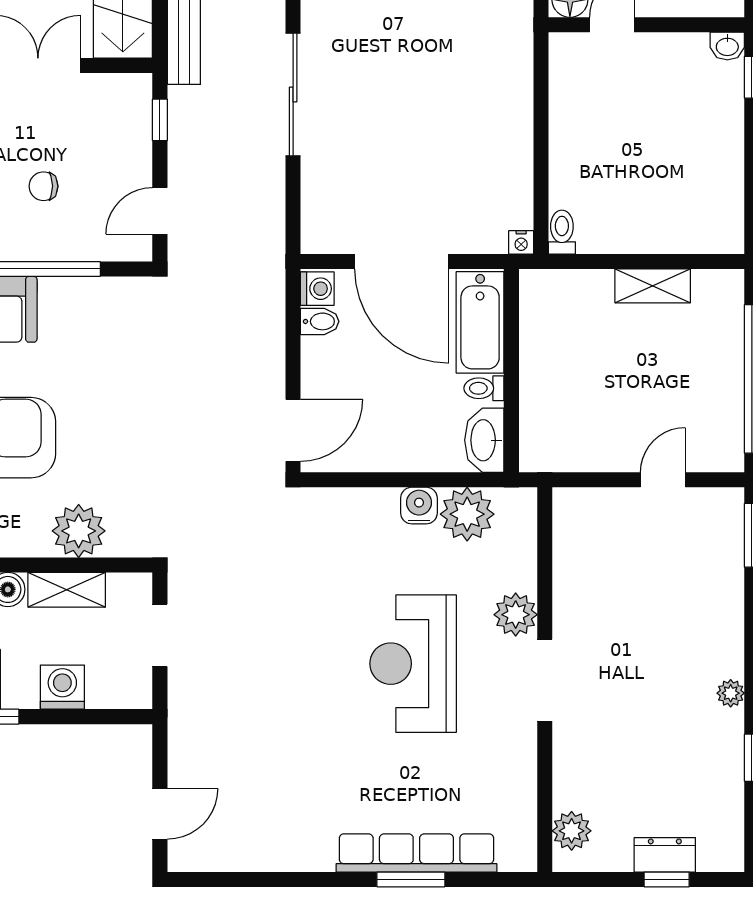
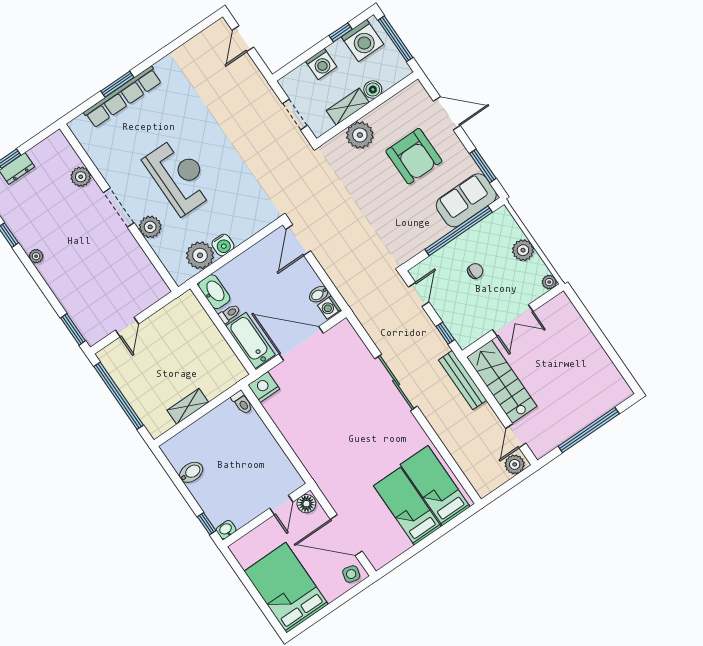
bidet: (720, 176) -> (191, 472), added
nightstand: (521, 242) -> (264, 387), width x1.89, depth x1.79
plant: (572, 831) -> (81, 177), moved

